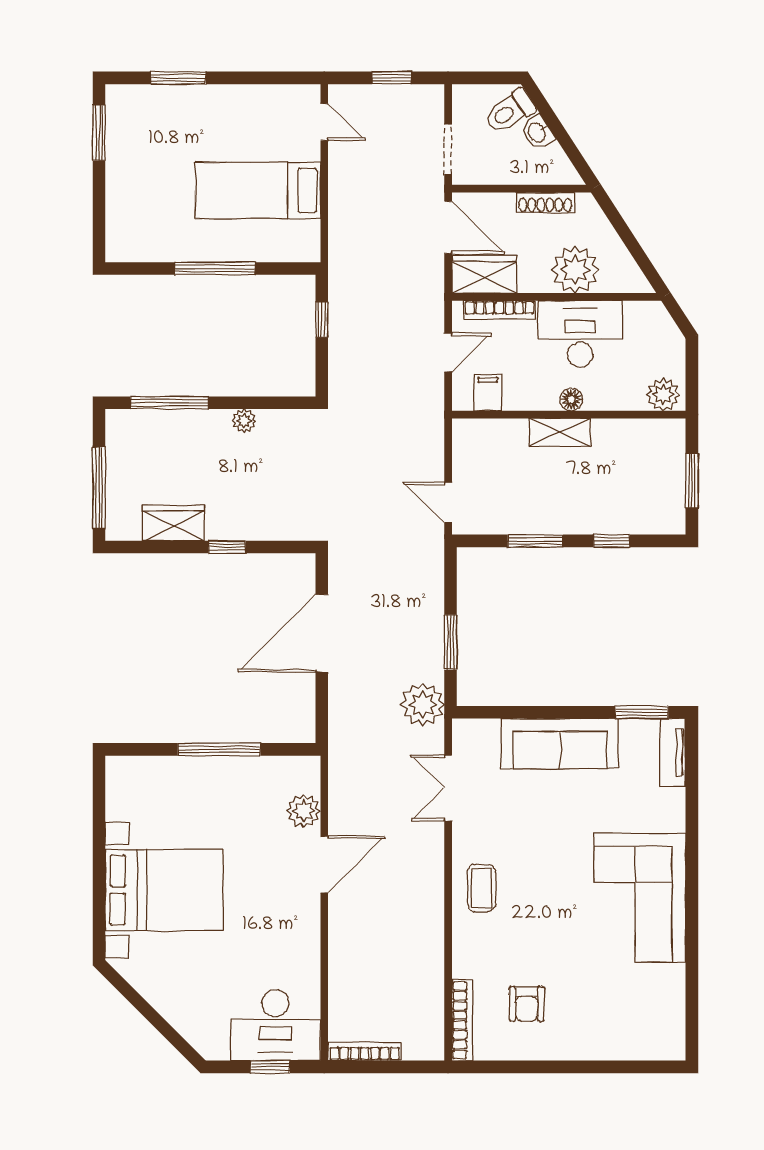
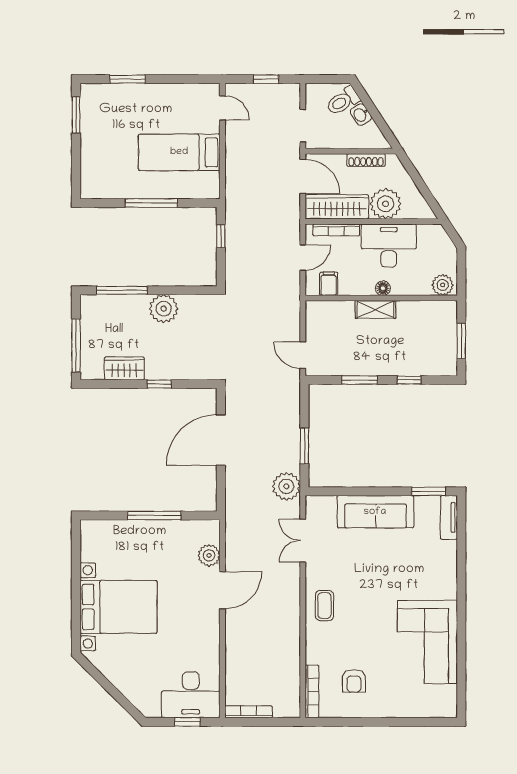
wardrobe: (484, 274) -> (337, 207), width x1.50
plant: (244, 421) -> (164, 309), width x1.88, depth x1.88
corner sofa: (640, 898) -> (427, 642), moved

